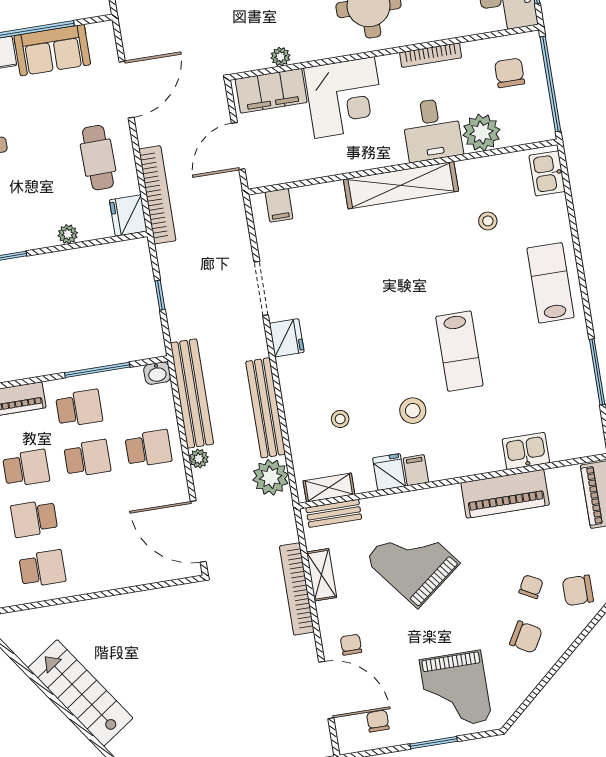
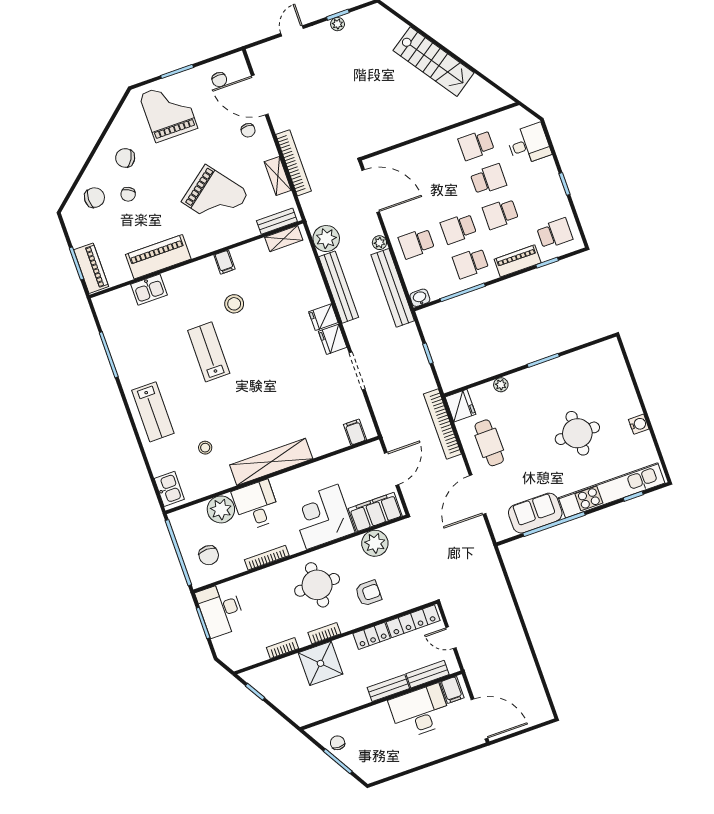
plant: (281, 57) -> (375, 543), width x1.88, depth x1.88
stool: (340, 419) -> (284, 289), removed
fridge: (389, 472) -> (323, 317), moved, turned 90

